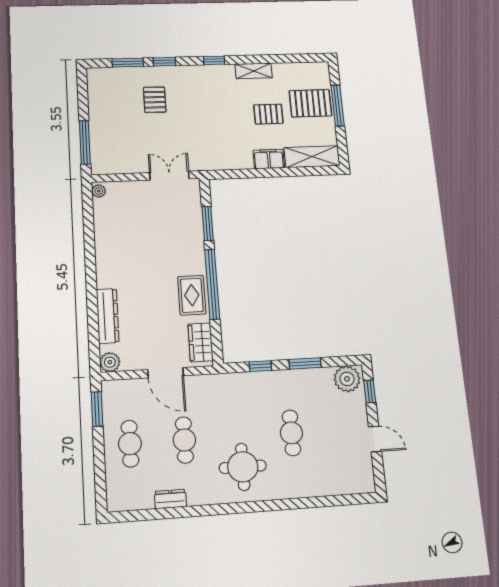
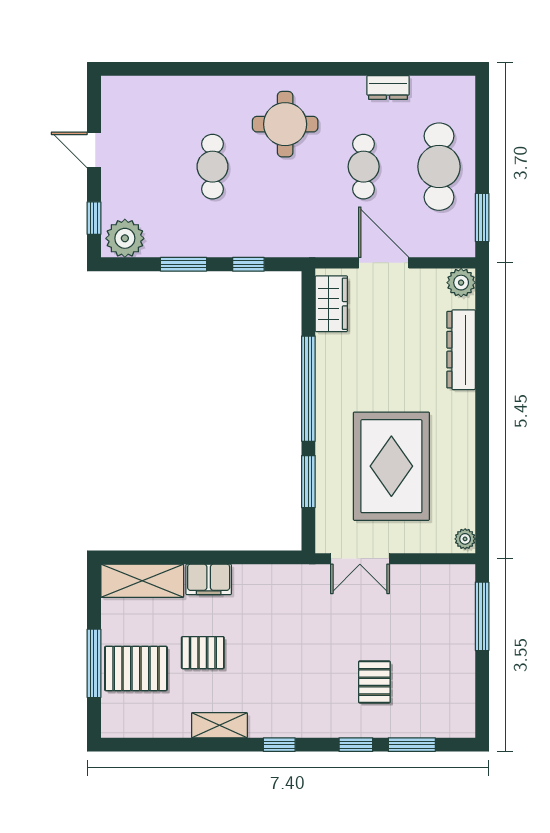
rug: (192, 295) -> (391, 466), moved, width x1.86, depth x2.06
cafe table: (130, 444) -> (439, 167), width x1.37, depth x1.35

